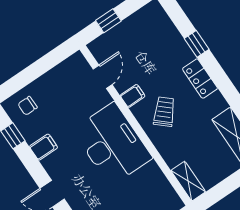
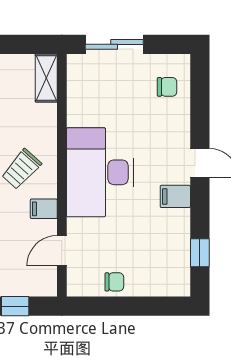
chair: (28, 106) -> (114, 282), moved
filing cabinet: (44, 147) -> (175, 196), moved

